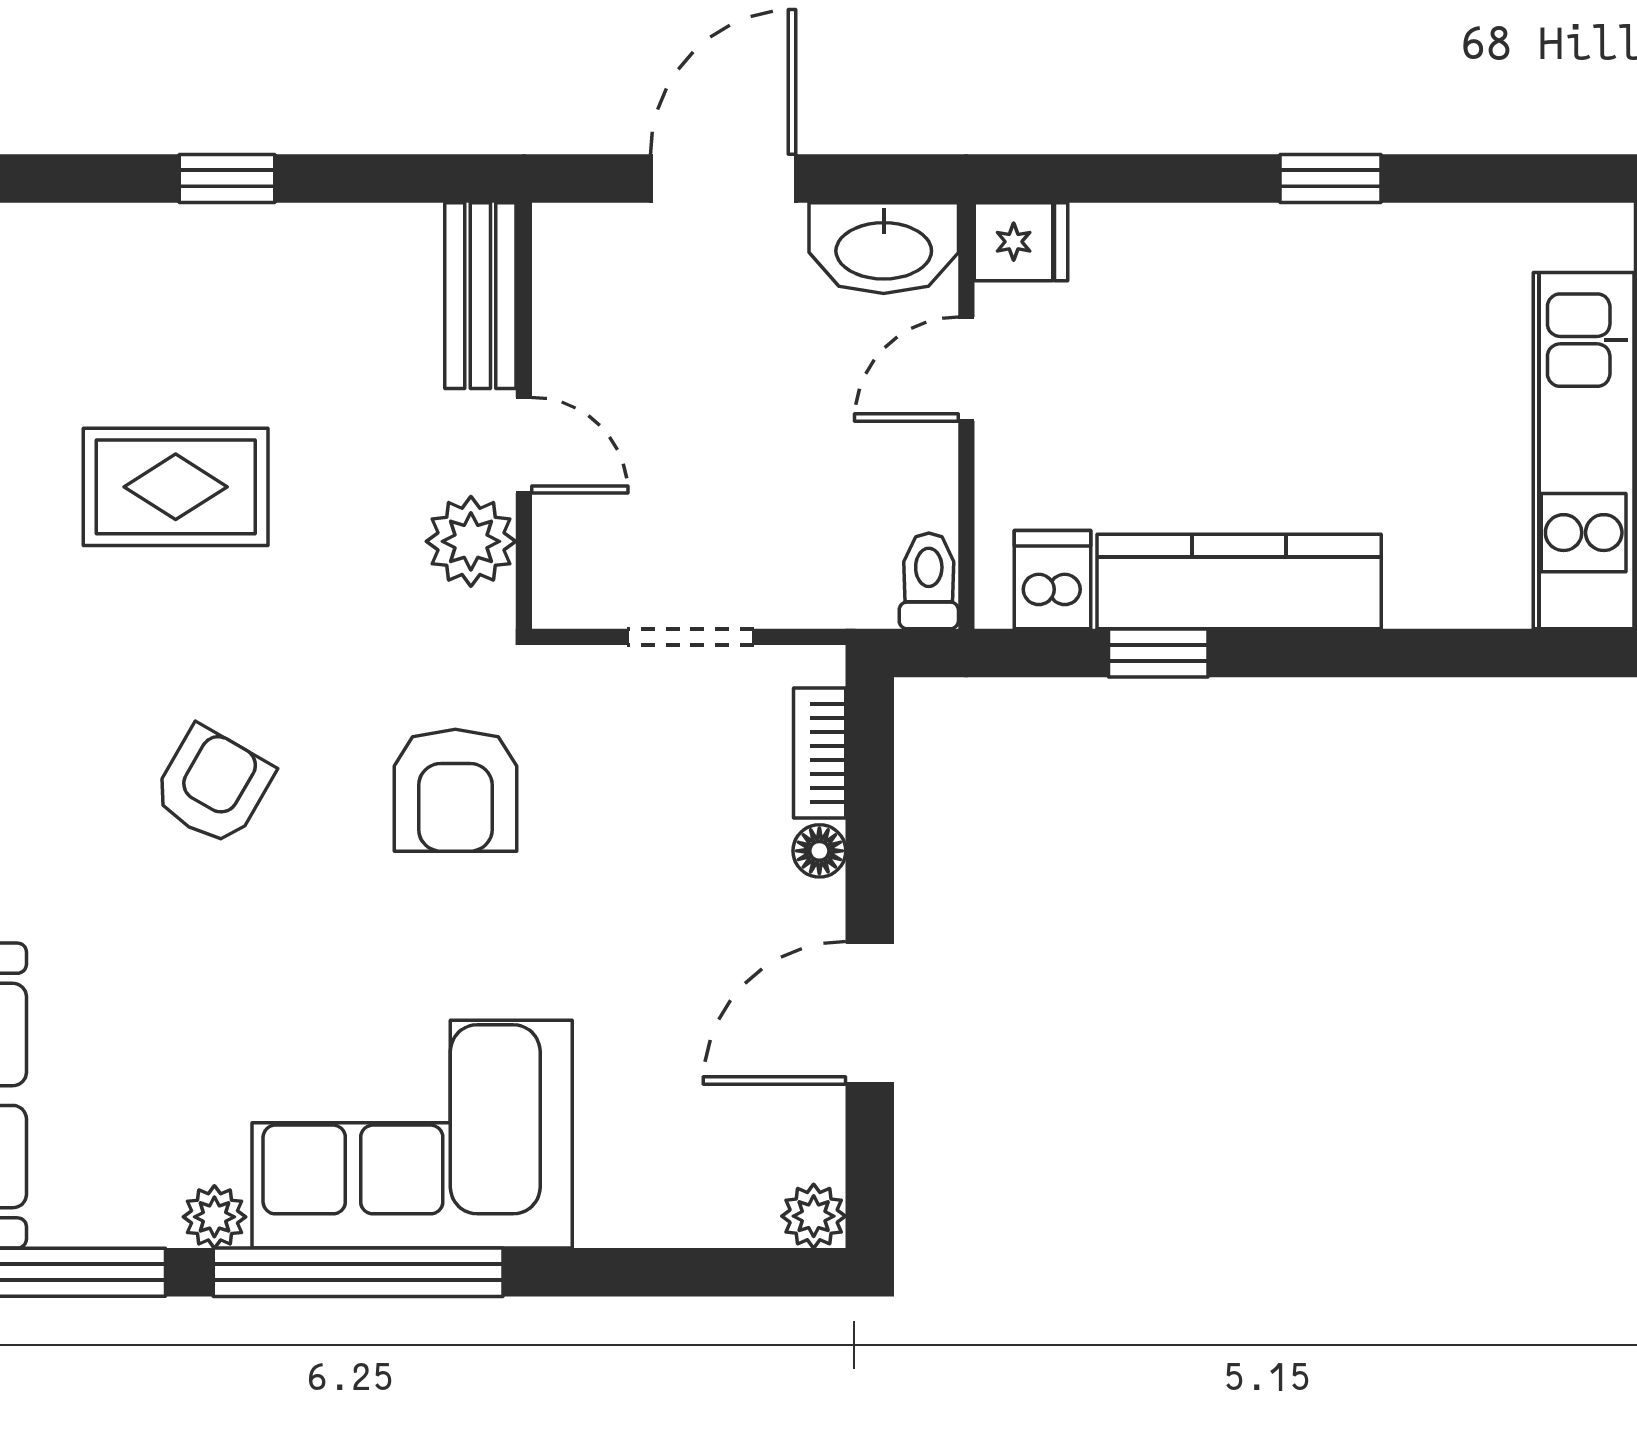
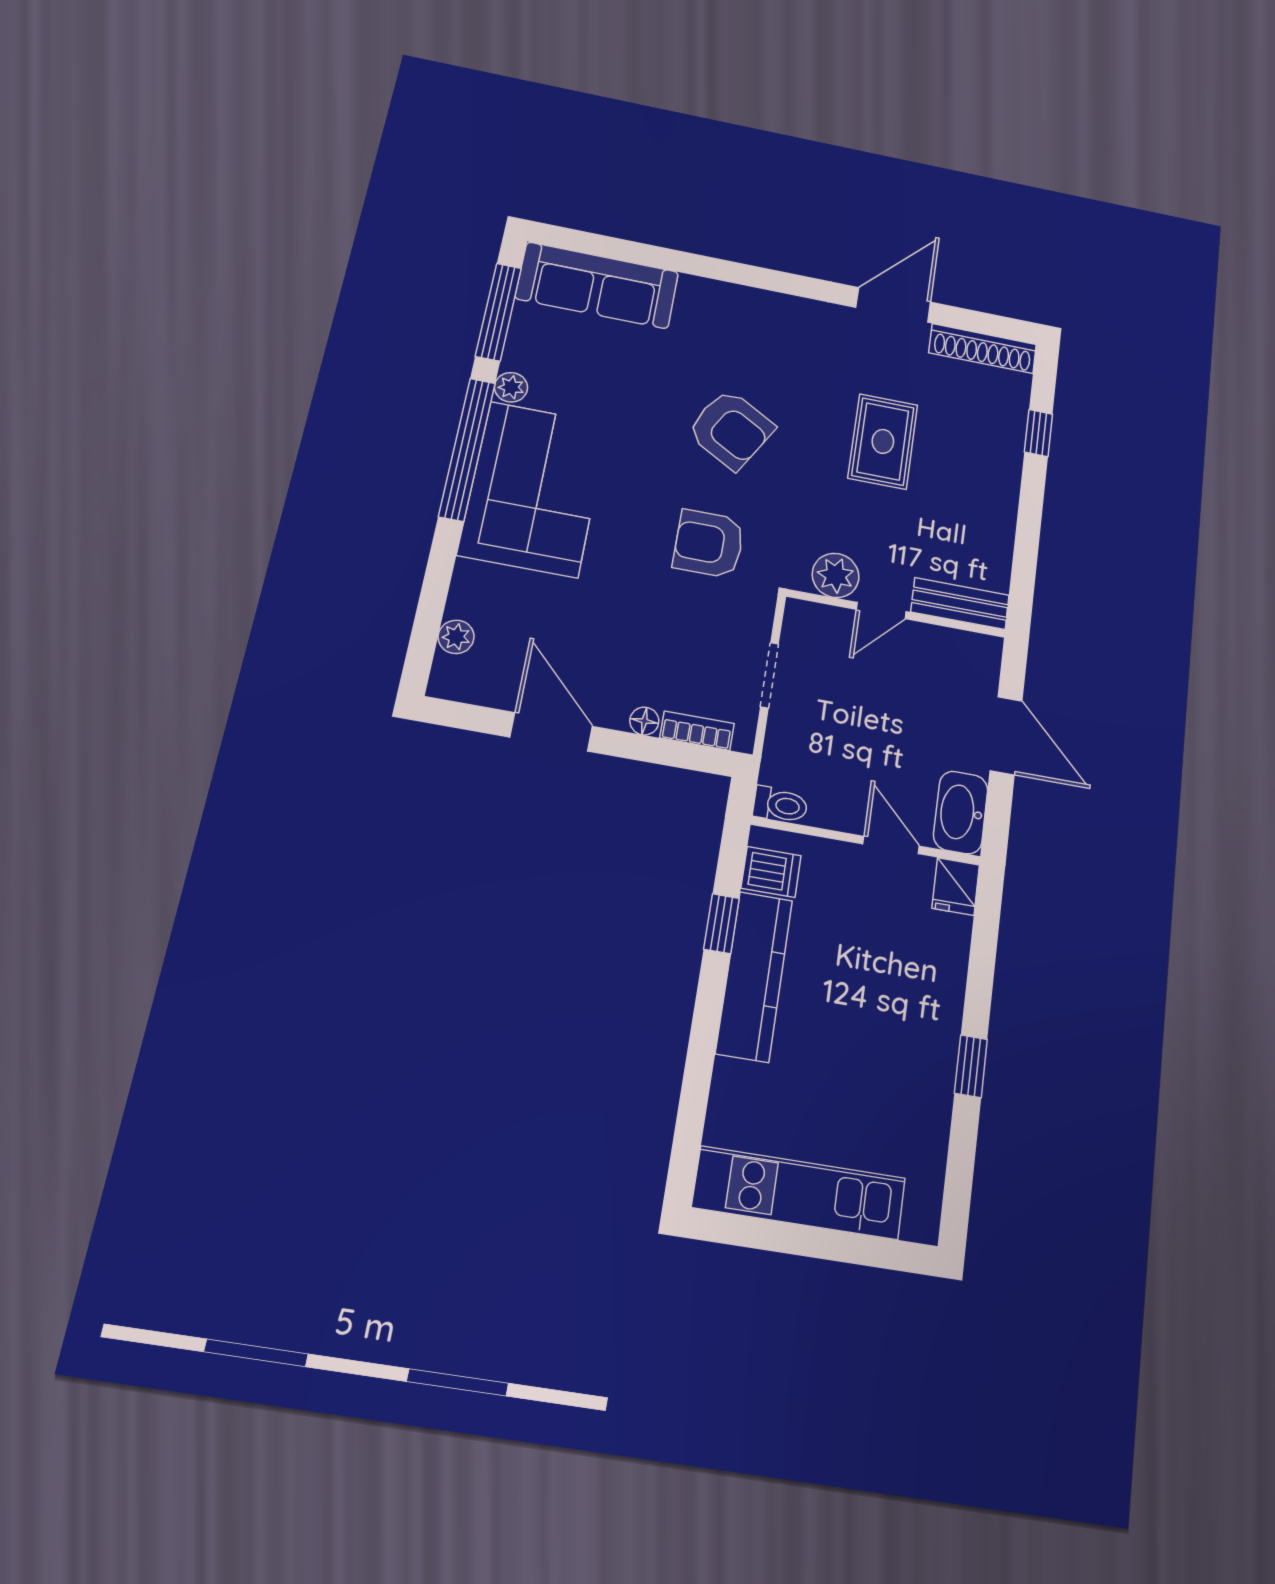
window: (227, 178) -> (1038, 433), moved
armchair: (213, 786) -> (731, 429), width x1.38, depth x1.38
plant: (814, 1216) -> (456, 637), moved

